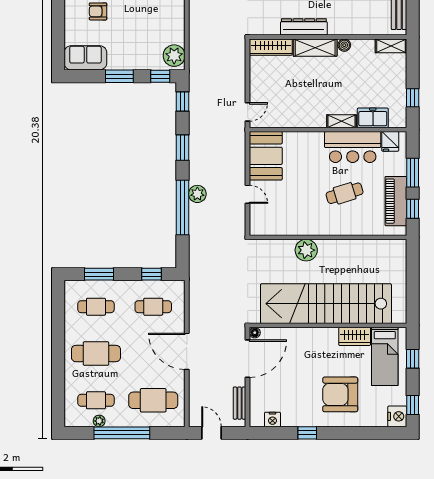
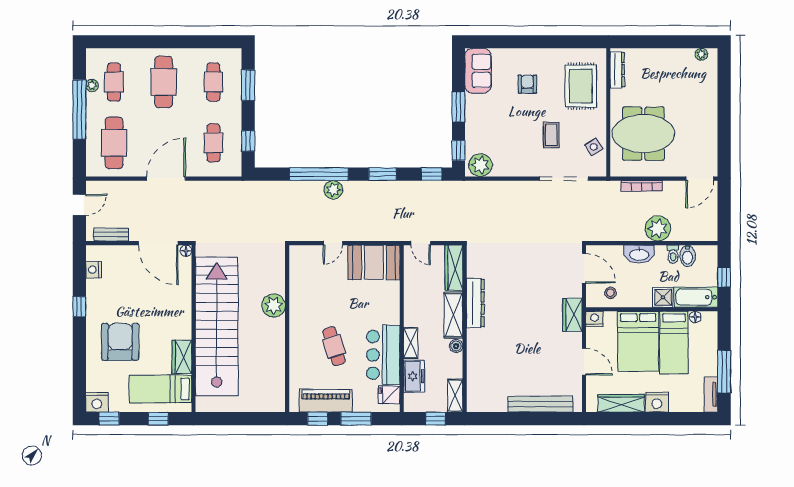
dresser: (304, 27) -> (475, 303), moved
wall: (328, 37) -> (465, 329), moved
boiler: (344, 45) -> (456, 346), moved
shelving: (391, 46) -> (455, 396), moved
wardrobe: (271, 47) -> (454, 268), moved
shelving: (315, 48) -> (453, 315), moved

